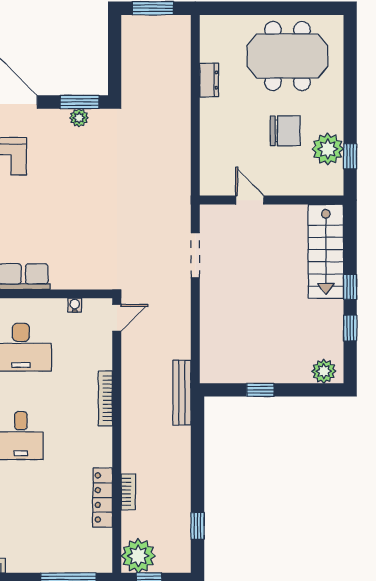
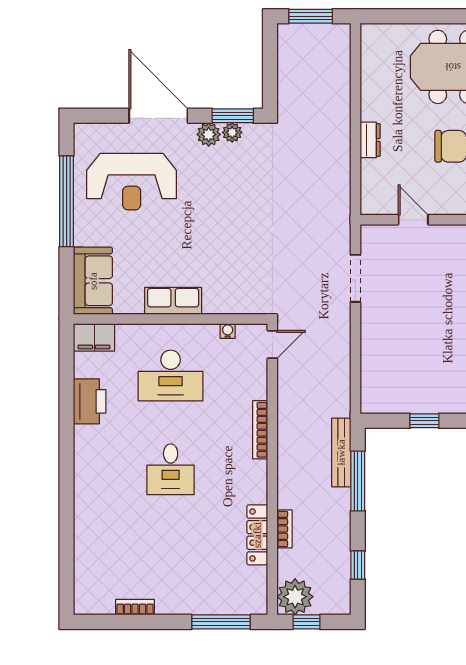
dresser: (209, 80) -> (370, 140), moved
plant: (57, 120) -> (209, 134), added
bench: (182, 393) -> (341, 452), moved
window: (197, 447) -> (358, 481), added

